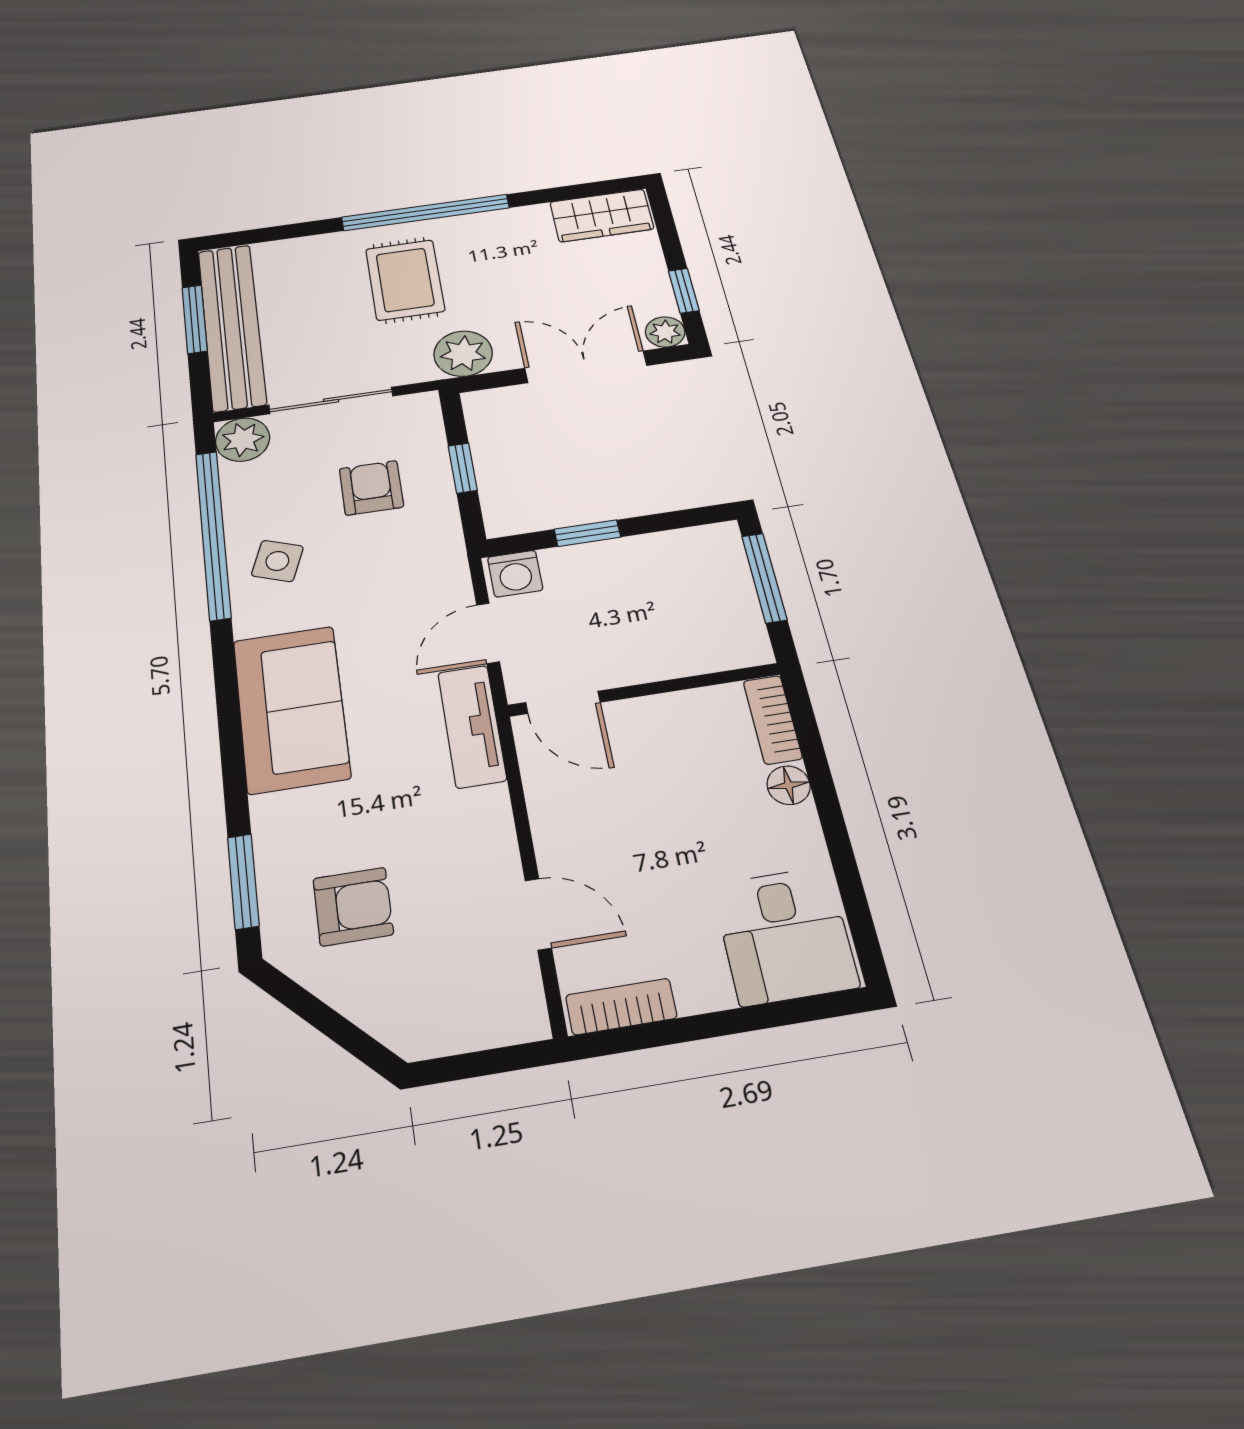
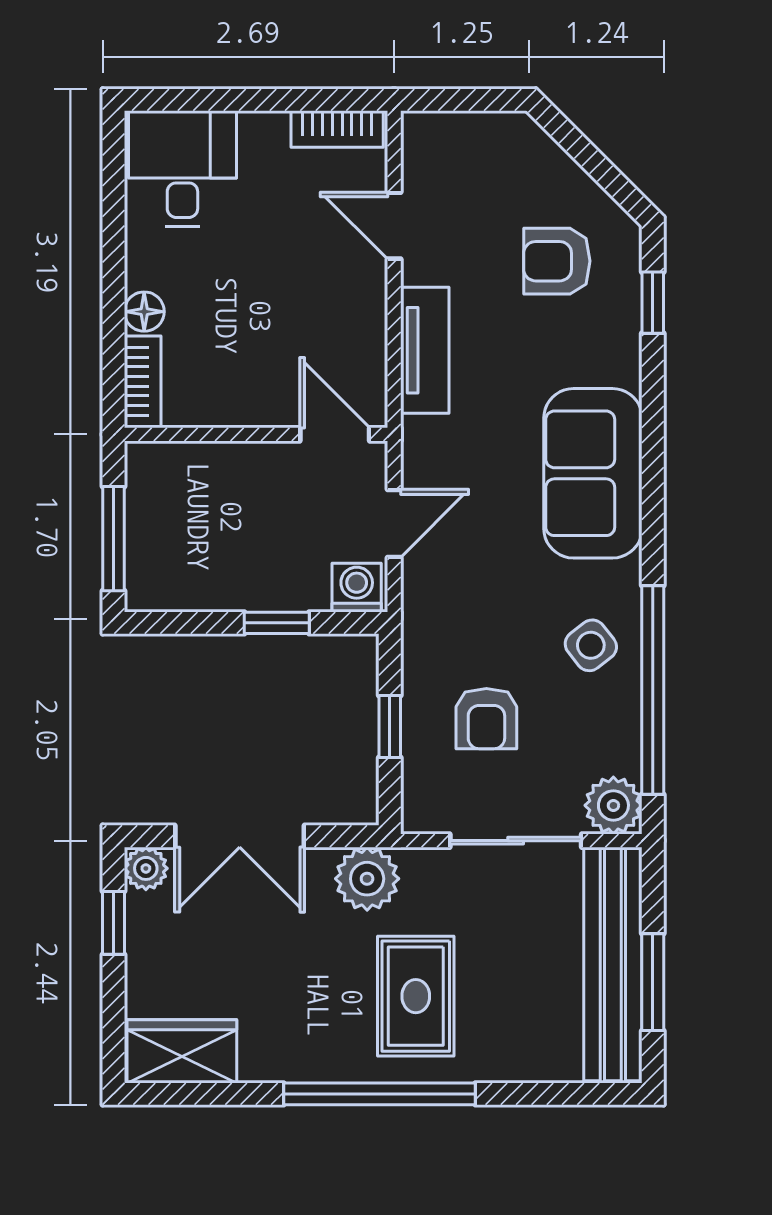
side table: (277, 561) -> (591, 645), turned 32
tv unit: (472, 726) -> (425, 350), moved
window: (243, 881) -> (653, 303), width x0.67

